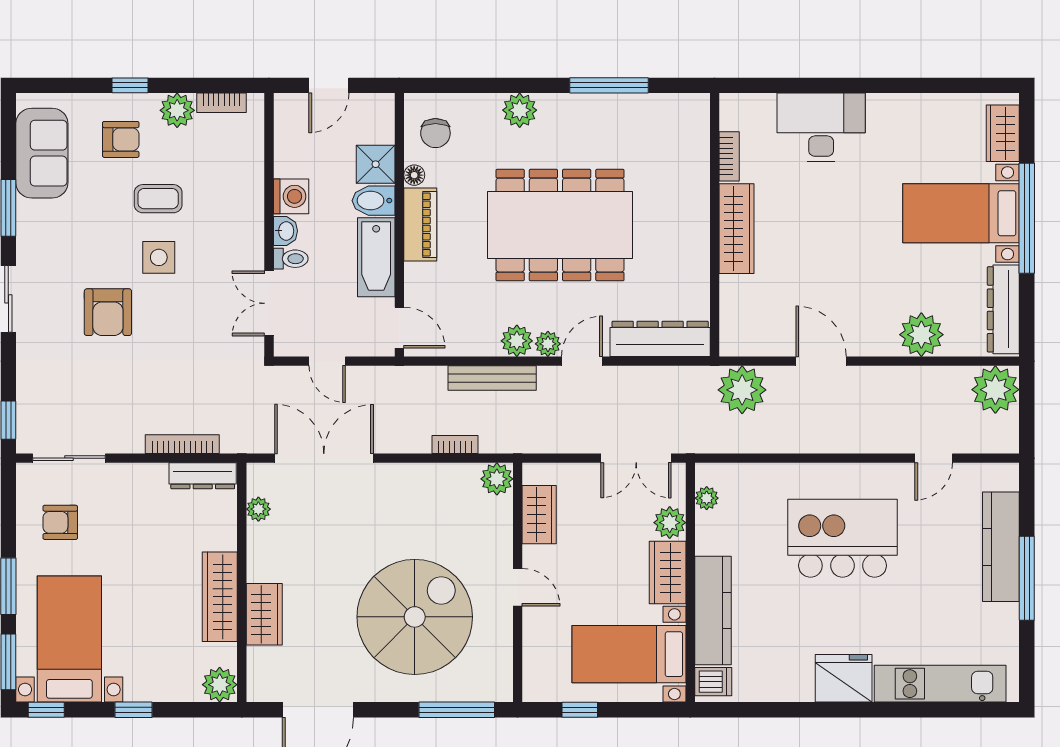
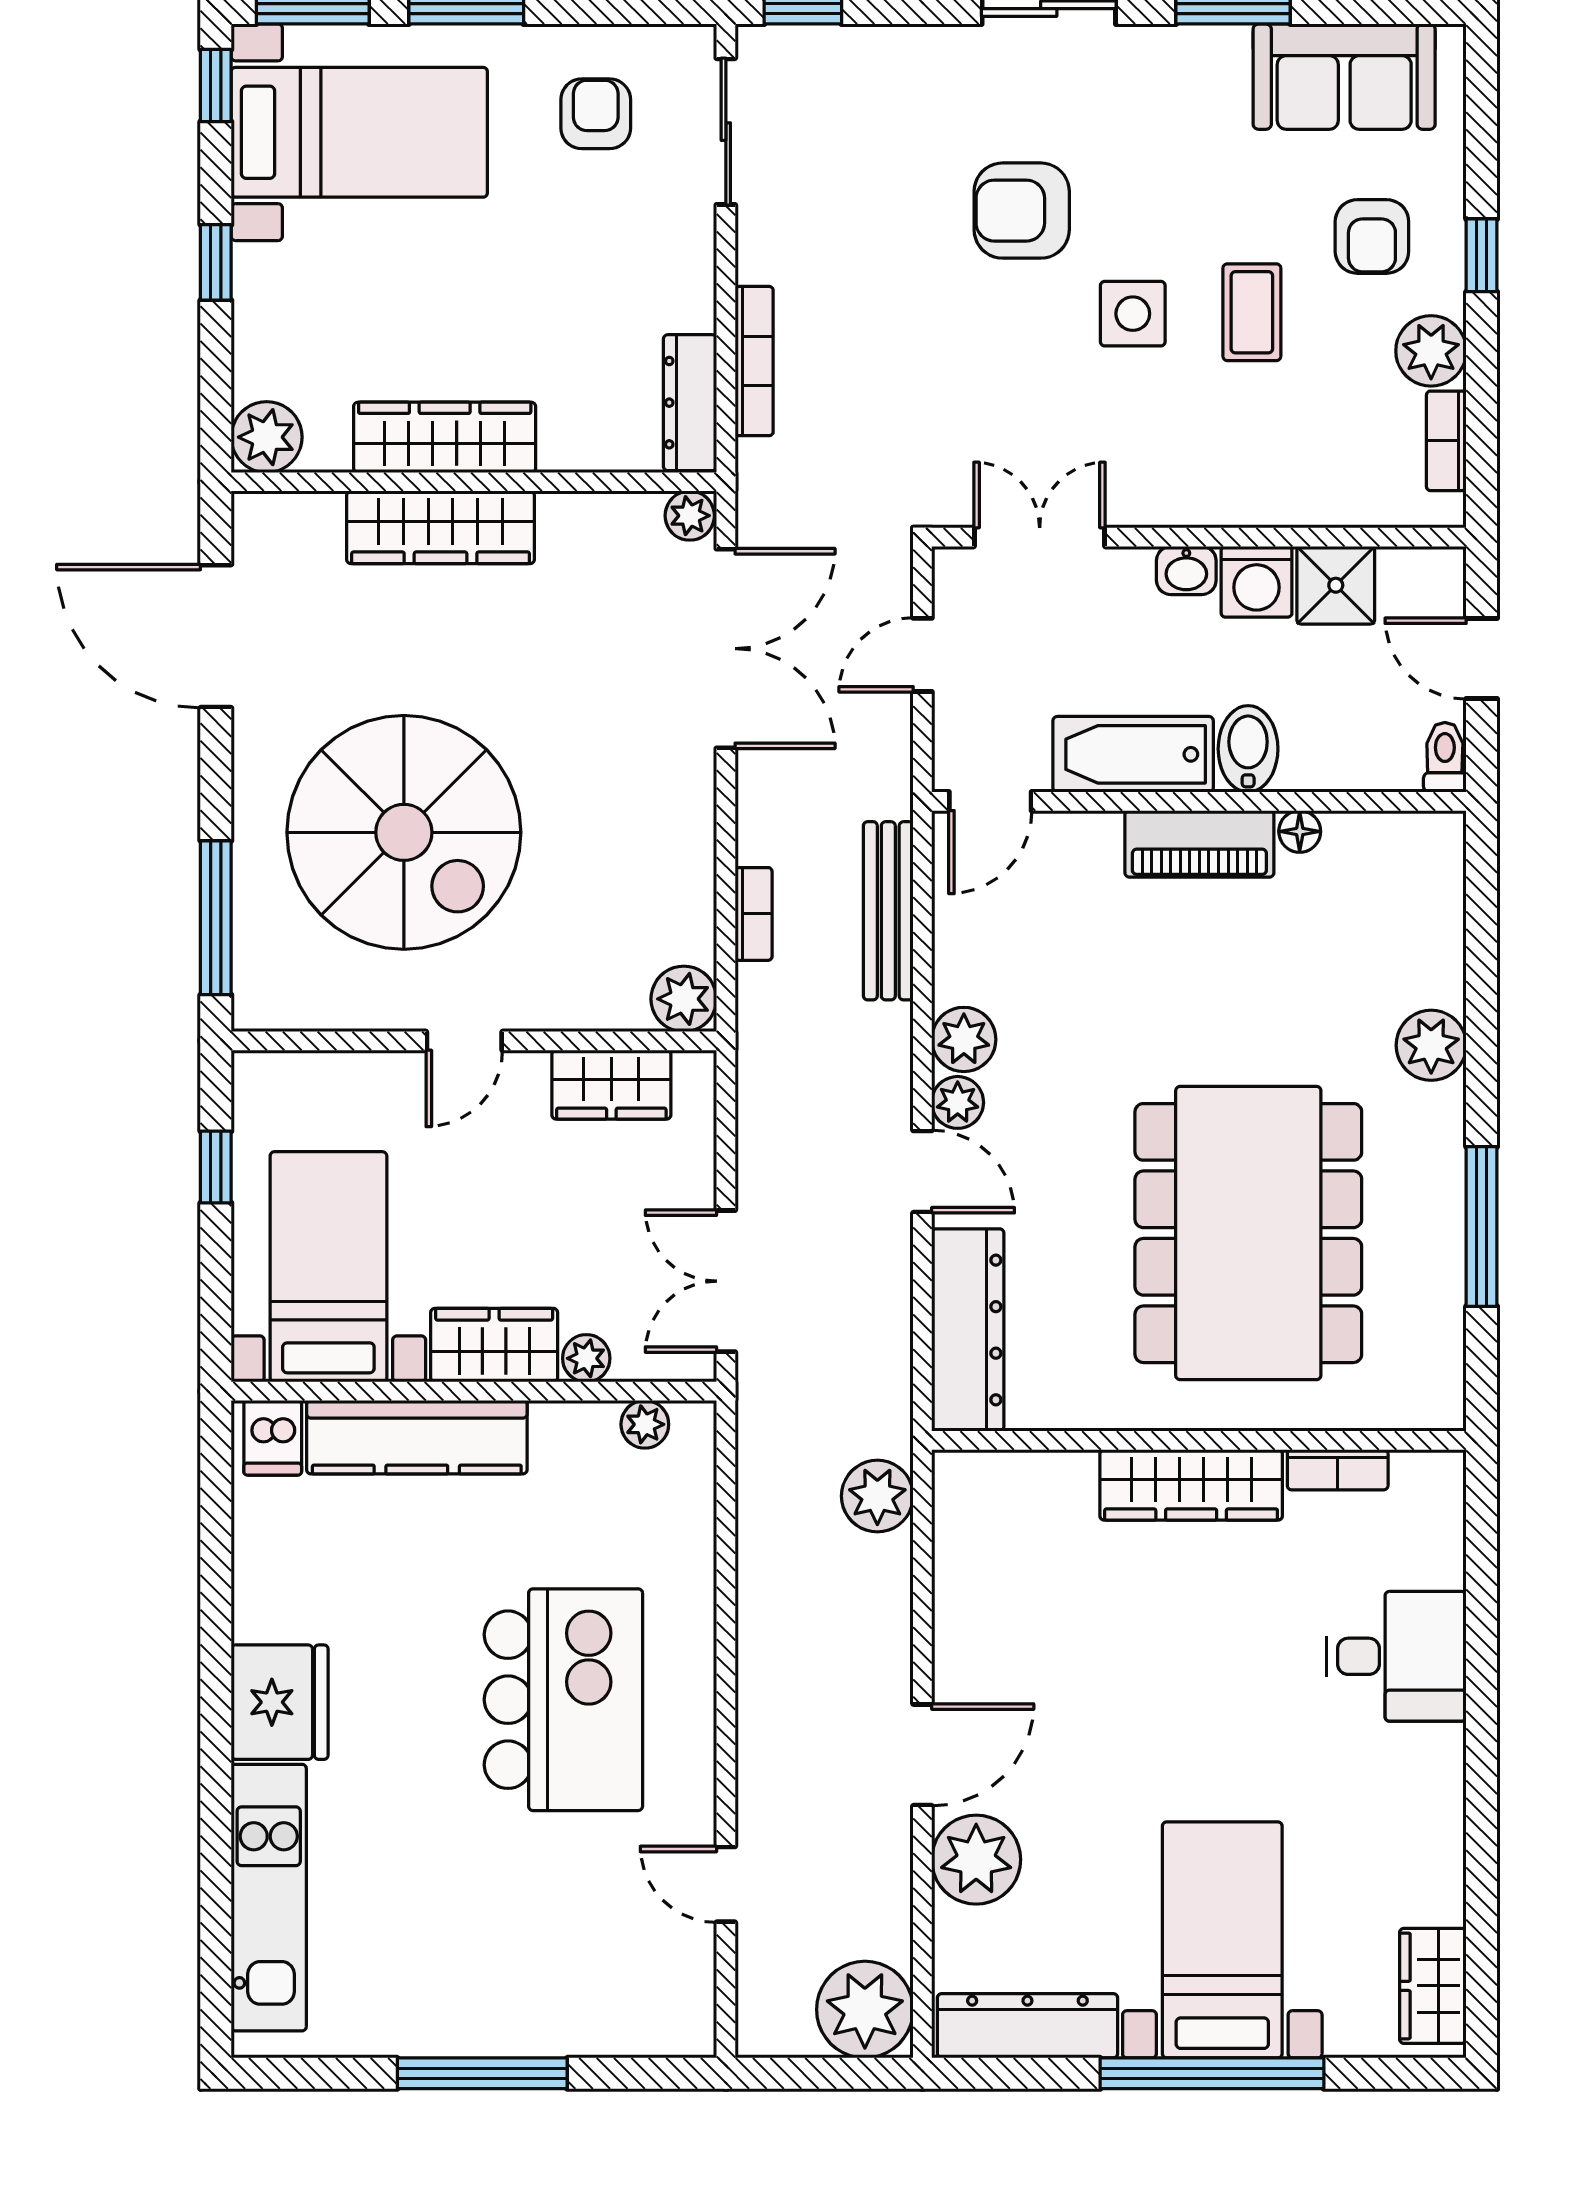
desk: (821, 127) -> (1396, 1656), width x0.73
chair: (435, 133) -> (1385, 875), removed
wardrobe: (1003, 133) -> (1433, 1986), moved, turned -90
shower: (376, 164) -> (1336, 585), moved
dining table: (560, 225) -> (1248, 1233), moved
toilet: (291, 259) -> (1445, 757), moved, turned 180
door: (821, 361) -> (922, 1755), moved
bench: (492, 378) -> (888, 911), moved
plant: (742, 390) -> (877, 1496), width x0.73, depth x0.73
plant: (258, 509) -> (690, 516), moved
plant: (670, 523) -> (586, 1358), width x0.73, depth x0.73
kitchen counter: (1001, 547) -> (546, 2021), removed
wardrobe: (264, 614) -> (441, 527), width x1.50

